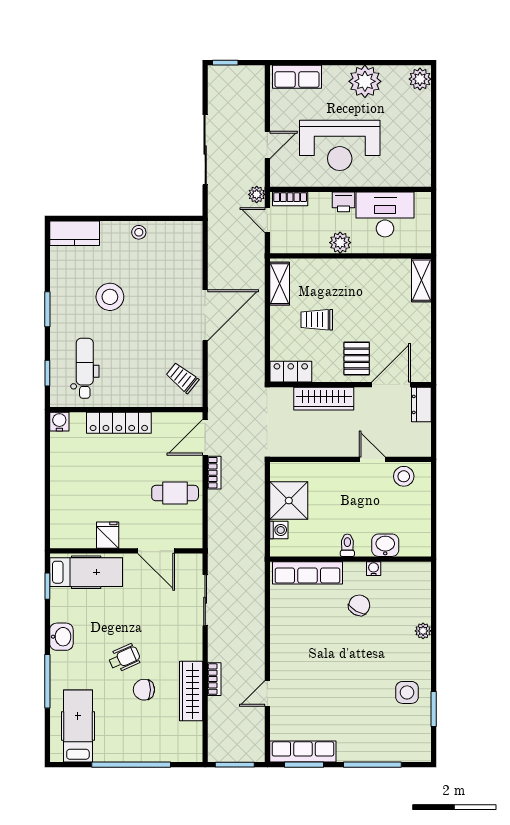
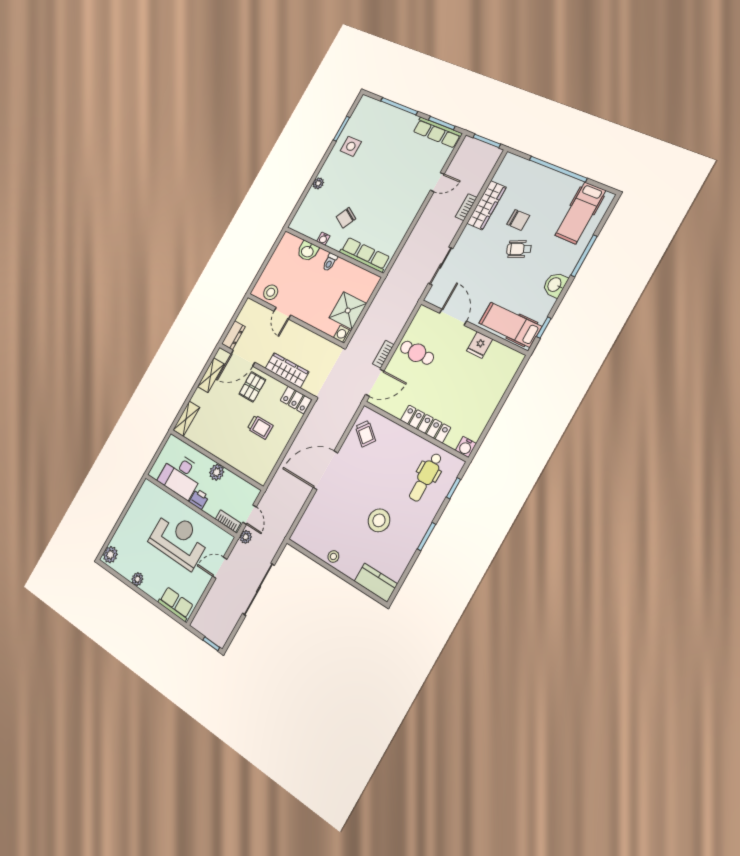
plant: (365, 81) -> (137, 579), width x0.53, depth x0.53
shelving: (280, 284) -> (211, 375), moved
washing machine: (279, 530) -> (342, 334), moved

